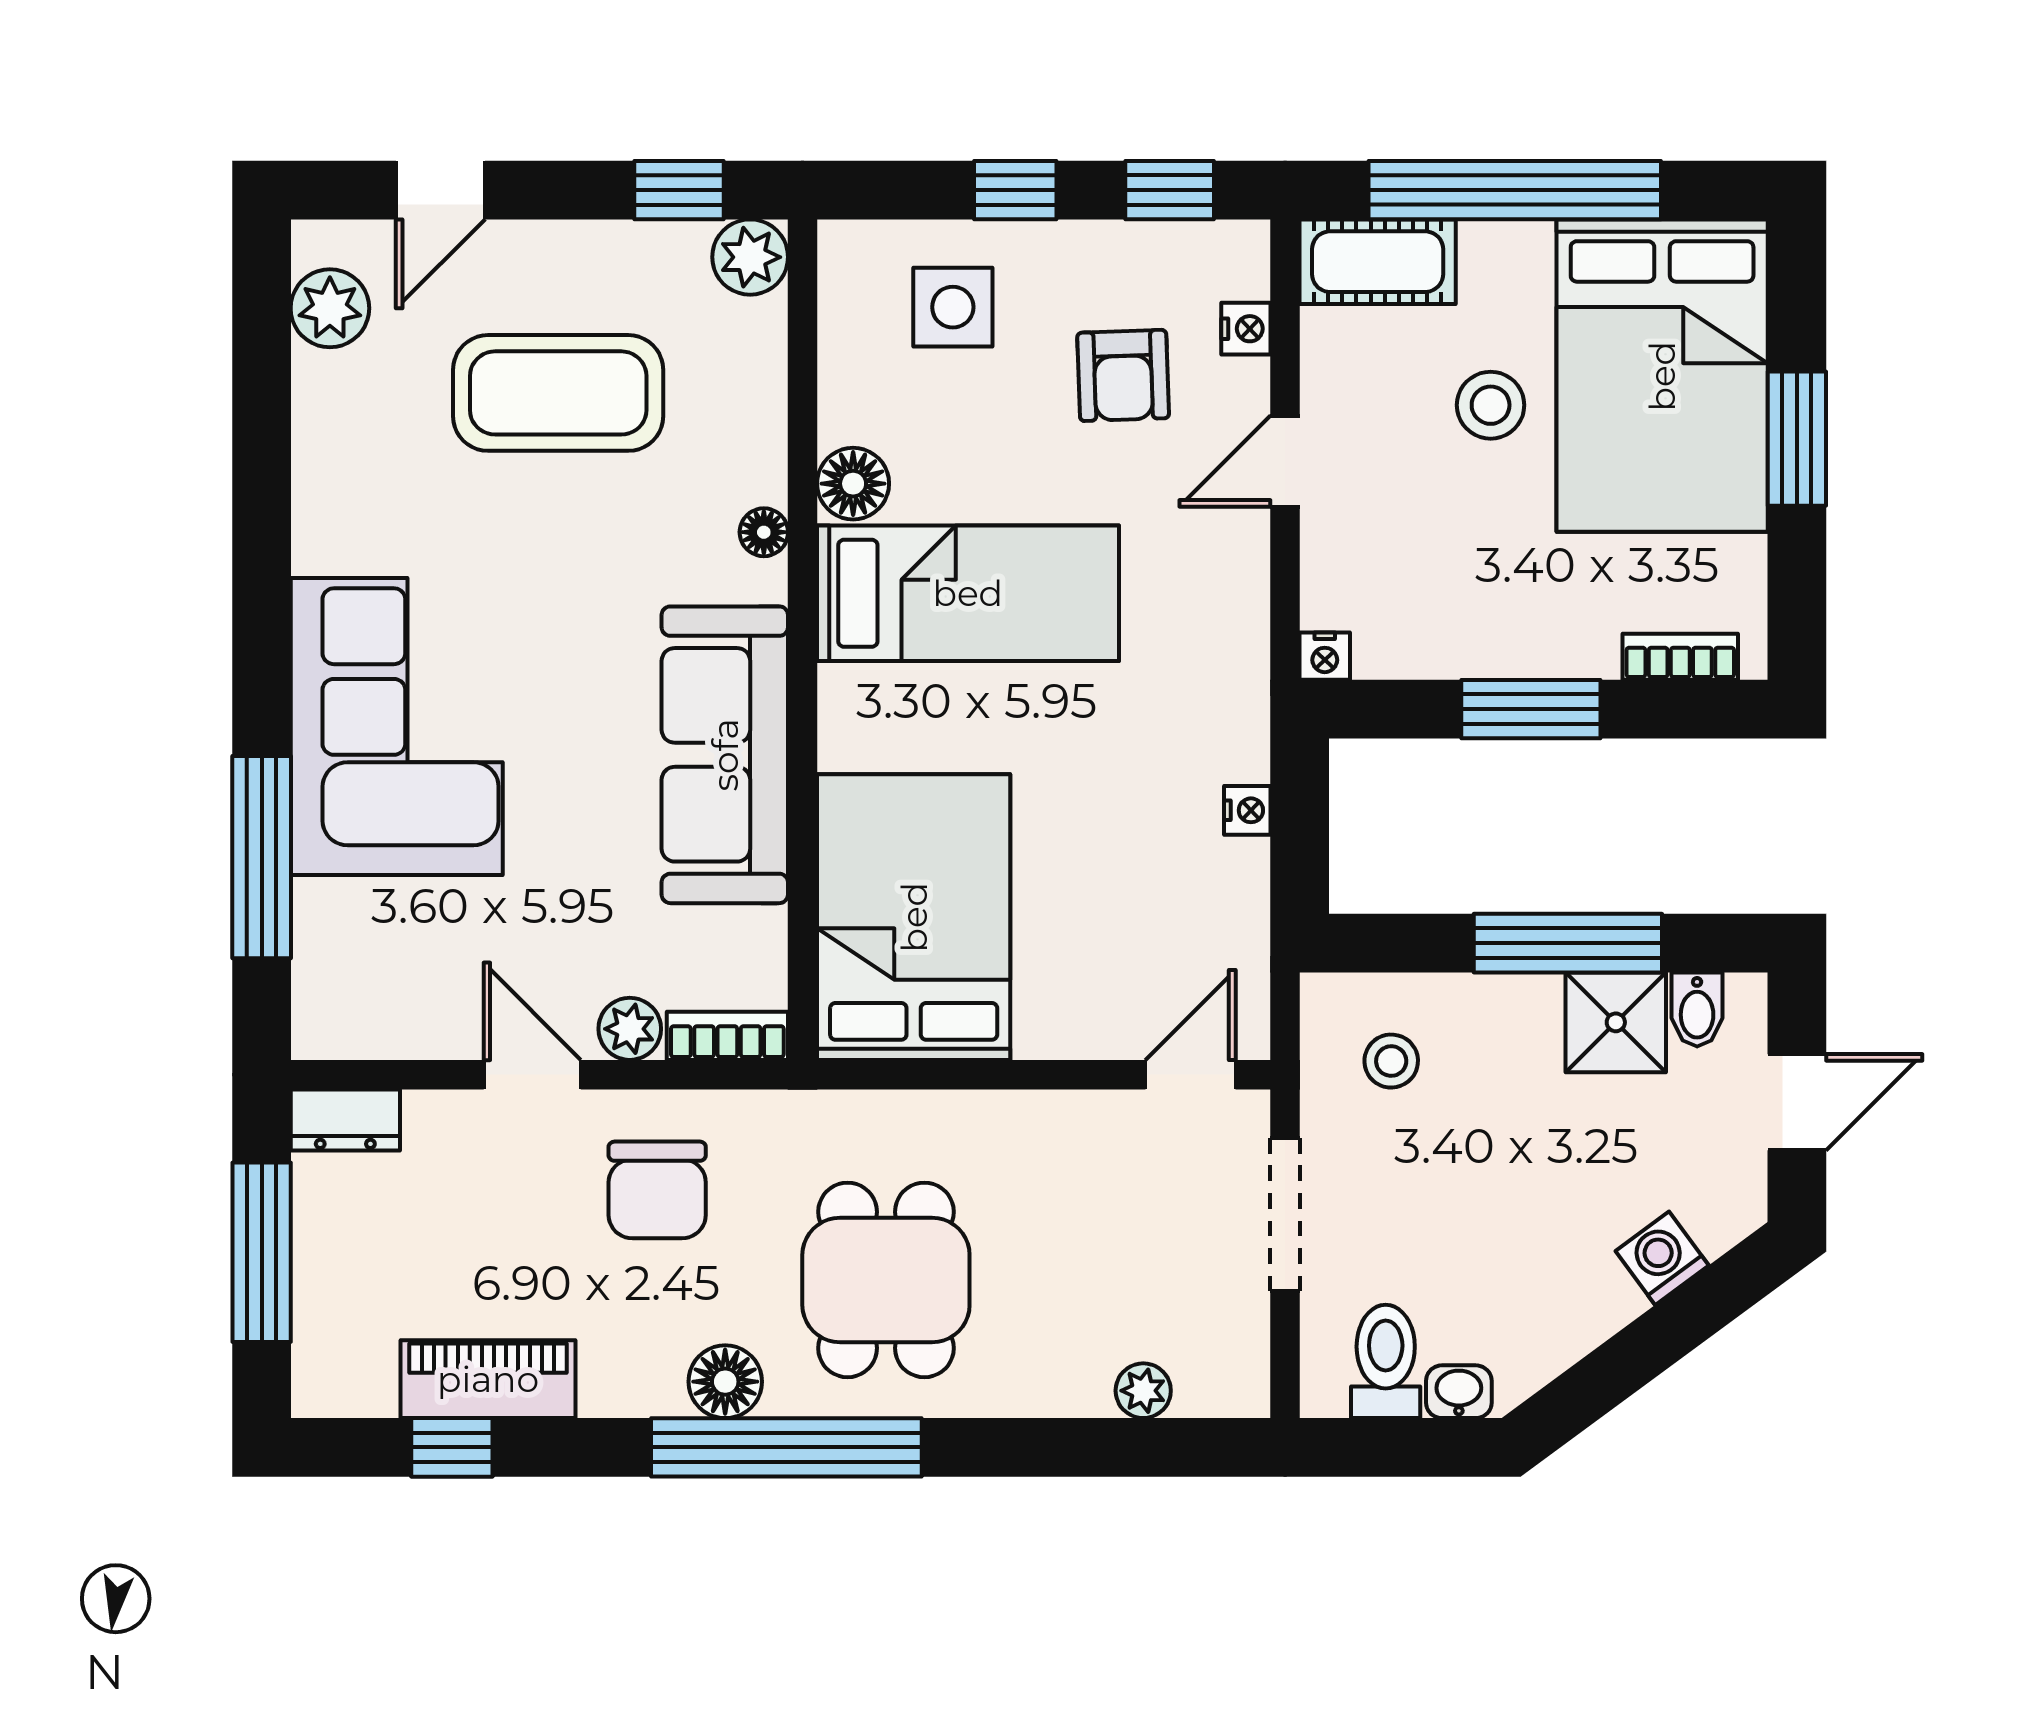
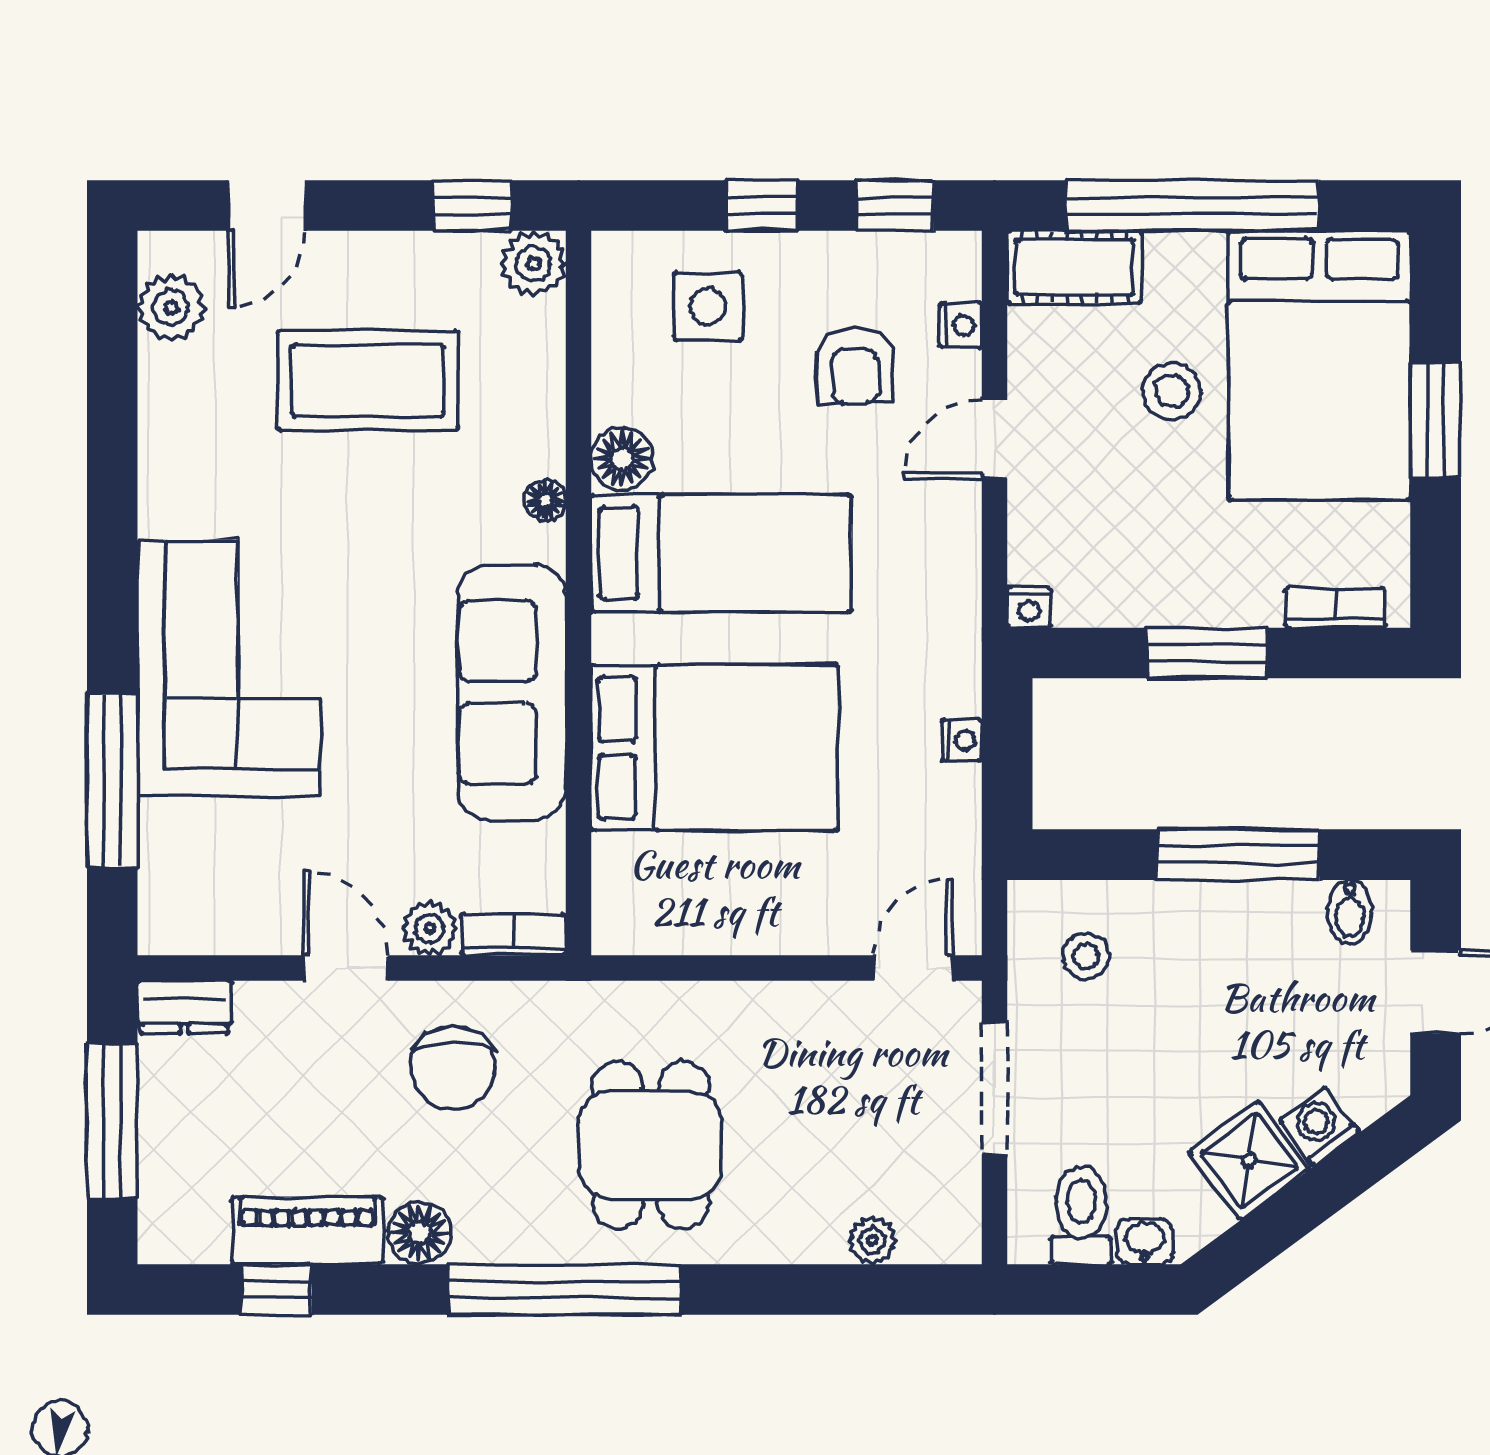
bed: (914, 917) -> (714, 748), moved, turned 90
shower: (1616, 1022) -> (1249, 1161), moved, turned -36
floor lamp: (725, 1382) -> (419, 1233), moved

